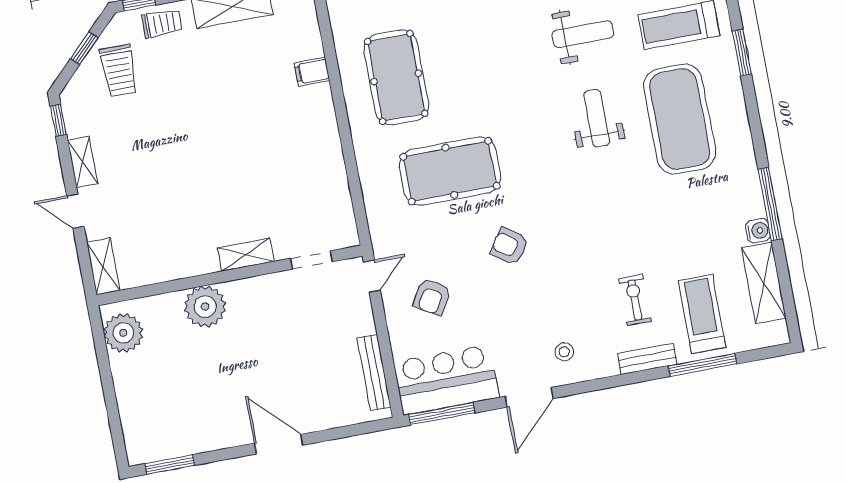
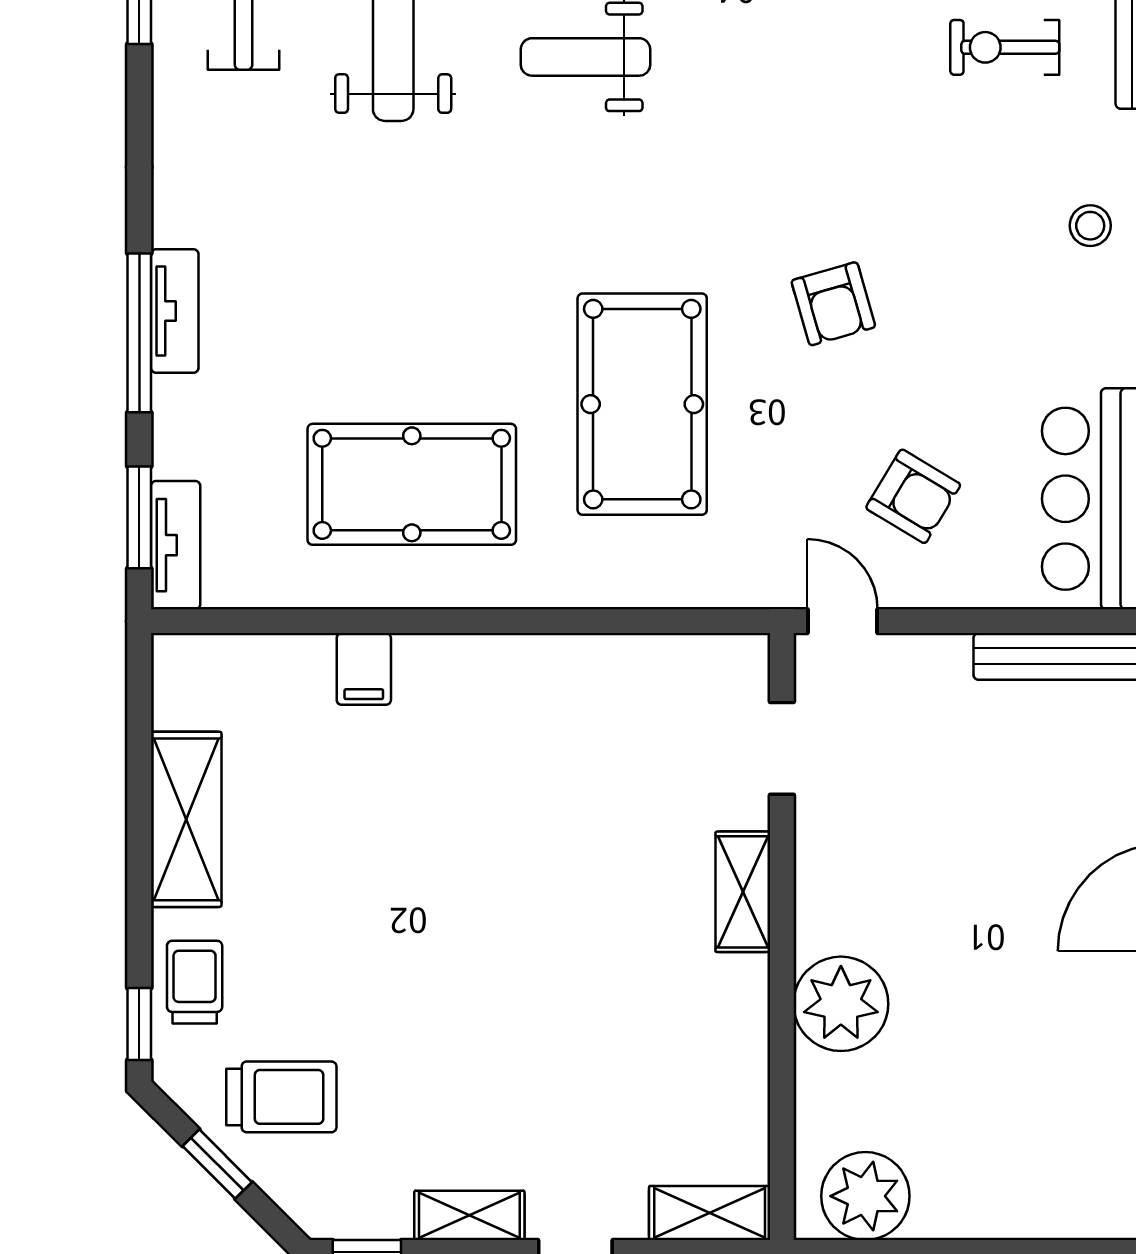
armchair: (509, 246) -> (833, 304), turned -51

